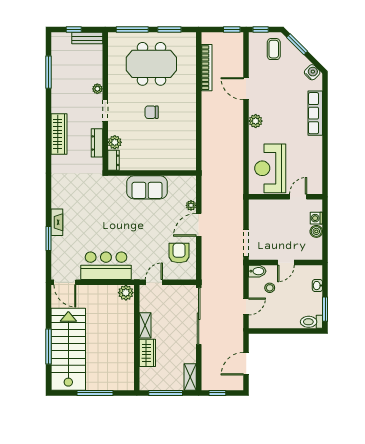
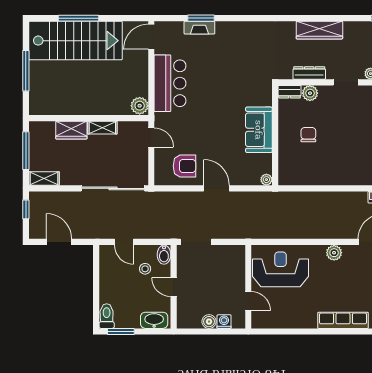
chair: (152, 112) -> (308, 135), moved
plant: (191, 205) -> (266, 180), moved
fireplace: (57, 222) -> (199, 28), moved
washbasin: (317, 286) -> (154, 320), width x1.91, depth x1.45

